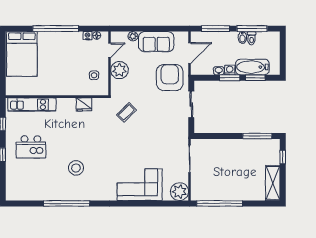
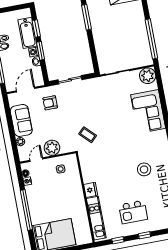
door: (110, 50) -> (36, 160), hinge flipped
door: (190, 53) -> (26, 90), hinge flipped
armchair: (170, 78) -> (50, 103), width x0.53, depth x0.53
fridge: (84, 104) -> (91, 190), moved
kitchen island: (31, 147) -> (133, 212), turned 90

